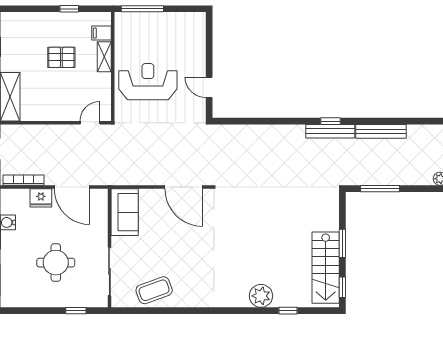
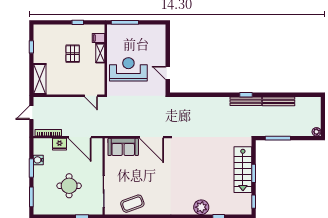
pallet: (61, 57) -> (73, 54), turned 90
door: (90, 123) -> (91, 96), swing flipped
sofa: (125, 212) -> (123, 147), moved, turned 90
stairs: (326, 268) -> (243, 170), moved

